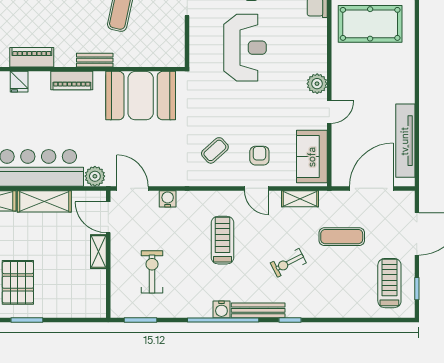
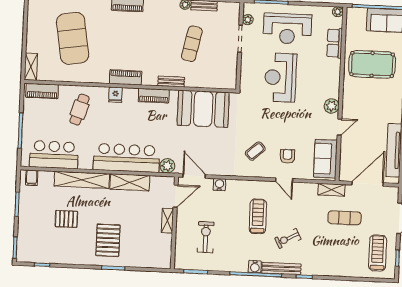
reception desk: (245, 48) -> (281, 77), turned 180
shelving: (300, 199) -> (331, 190), moved
door: (108, 217) -> (176, 196), swing flipped
exercise bike: (288, 263) -> (288, 238), moved

